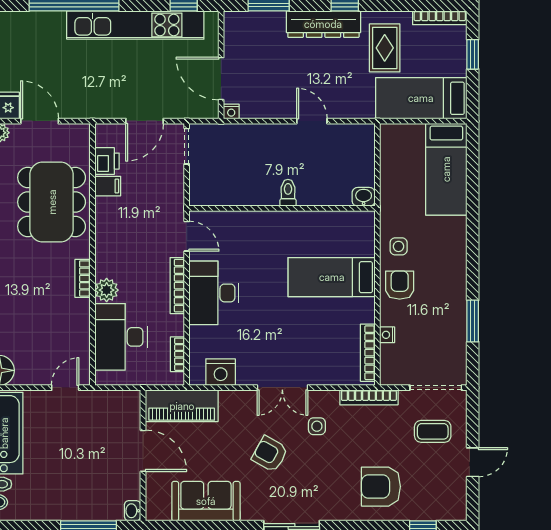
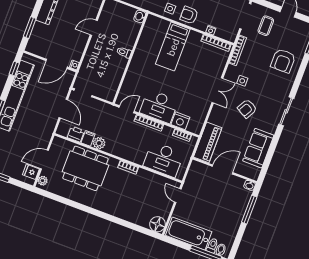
plant: (107, 290) -> (99, 143), moved
nightstand: (221, 372) -> (180, 121), moved, turned 90

